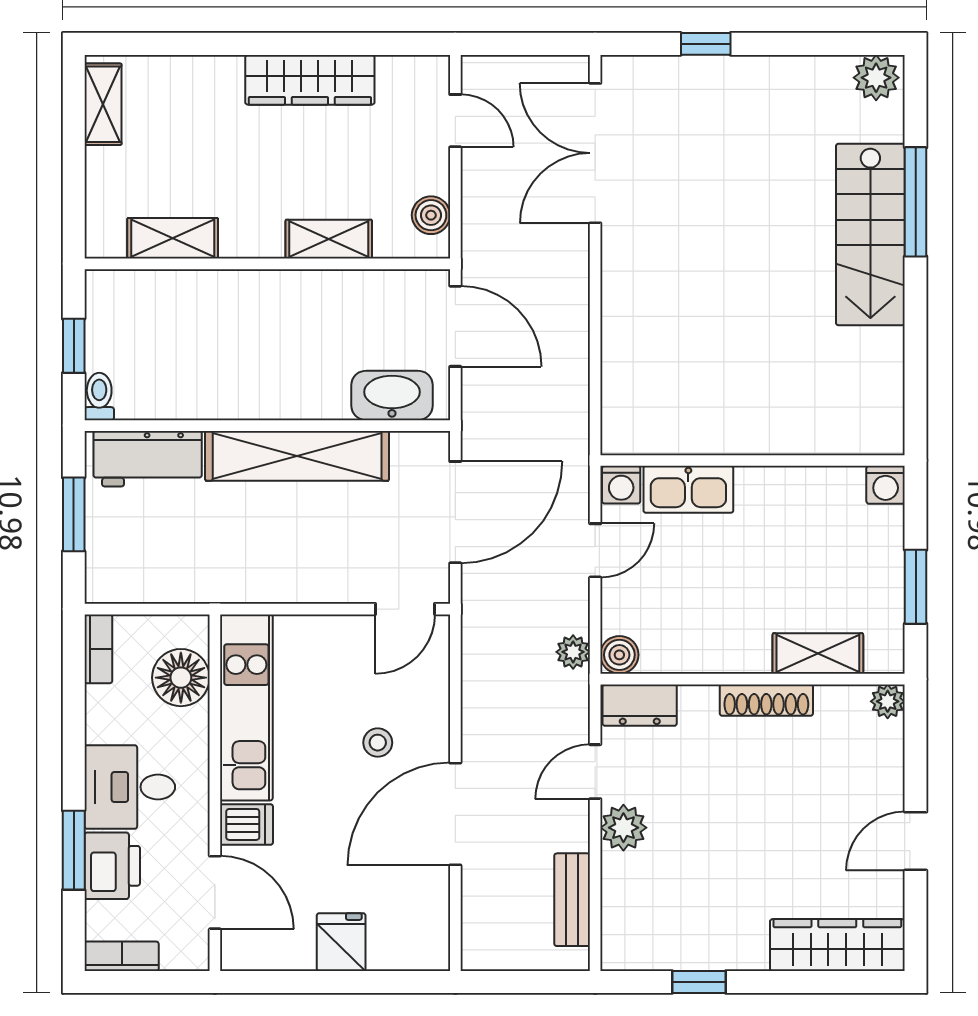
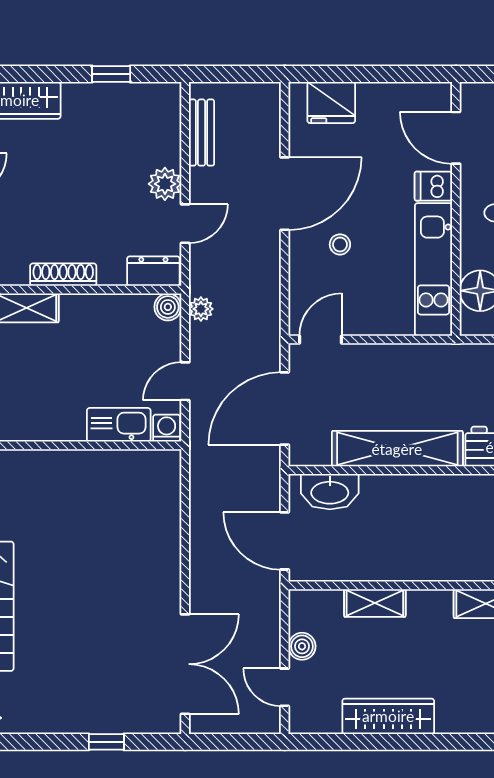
boiler: (431, 215) -> (302, 646), moved
fridge: (341, 942) -> (331, 102), moved, width x1.38

